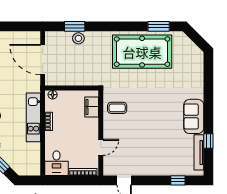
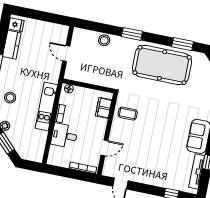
window: (75, 26) -> (132, 34), moved
door: (43, 60) -> (66, 54), width x0.53
desk: (56, 163) -> (64, 136), moved, turned 90

